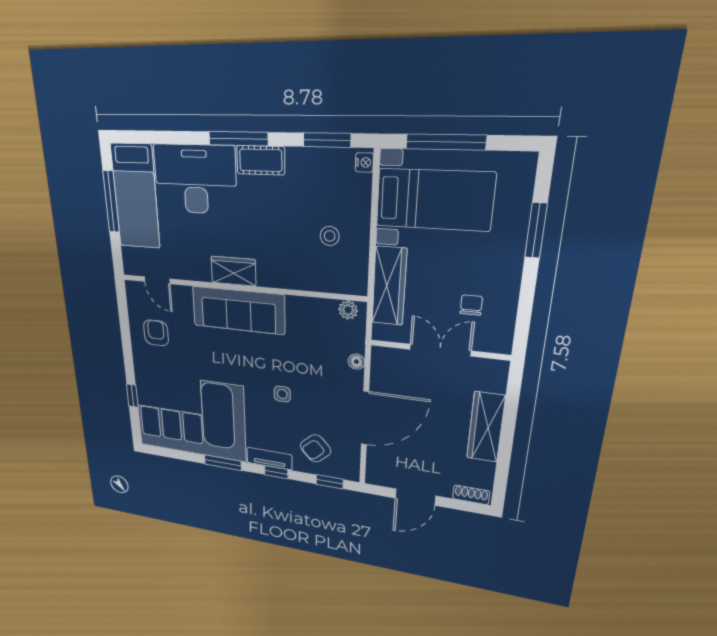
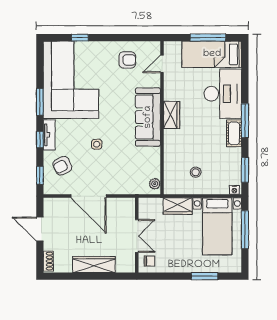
wardrobe: (389, 286) -> (178, 206), width x0.67
chair: (471, 305) -> (149, 261), moved
floor lamp: (356, 362) -> (124, 190), removed
armchair: (316, 448) -> (62, 166), turned -74

